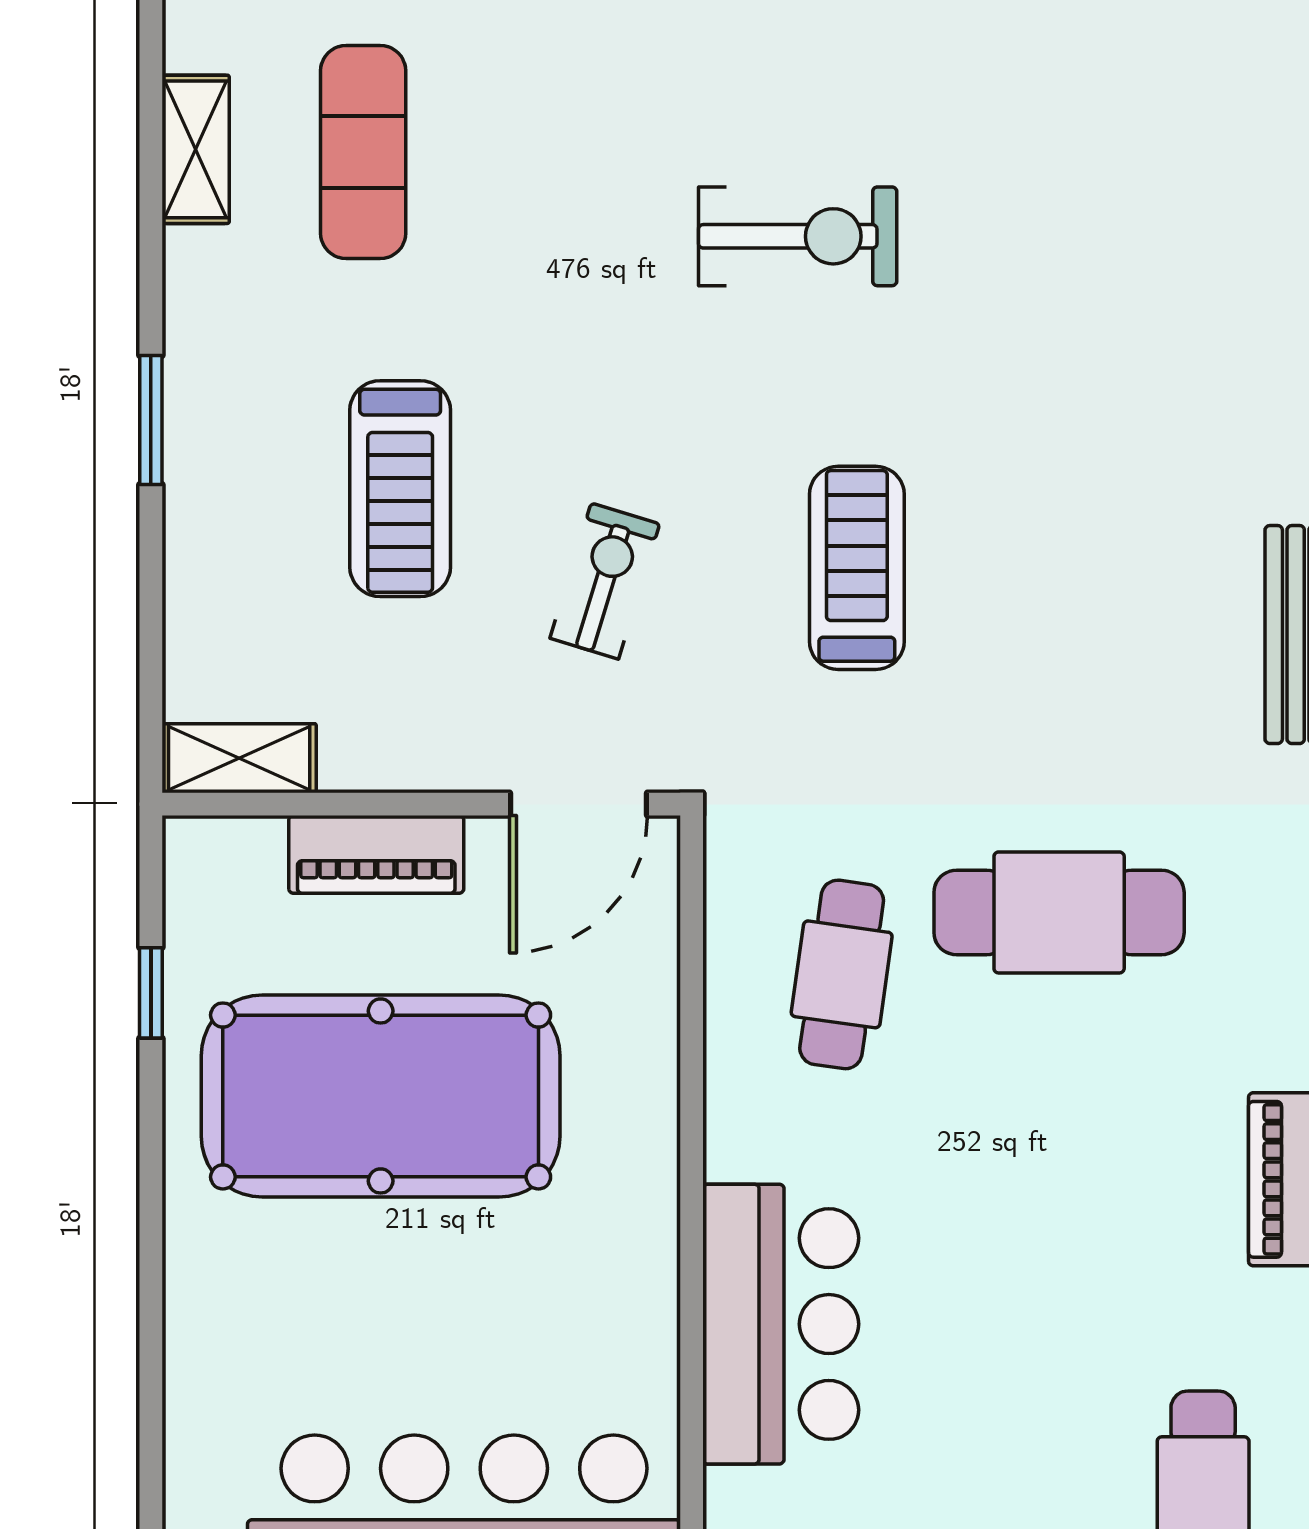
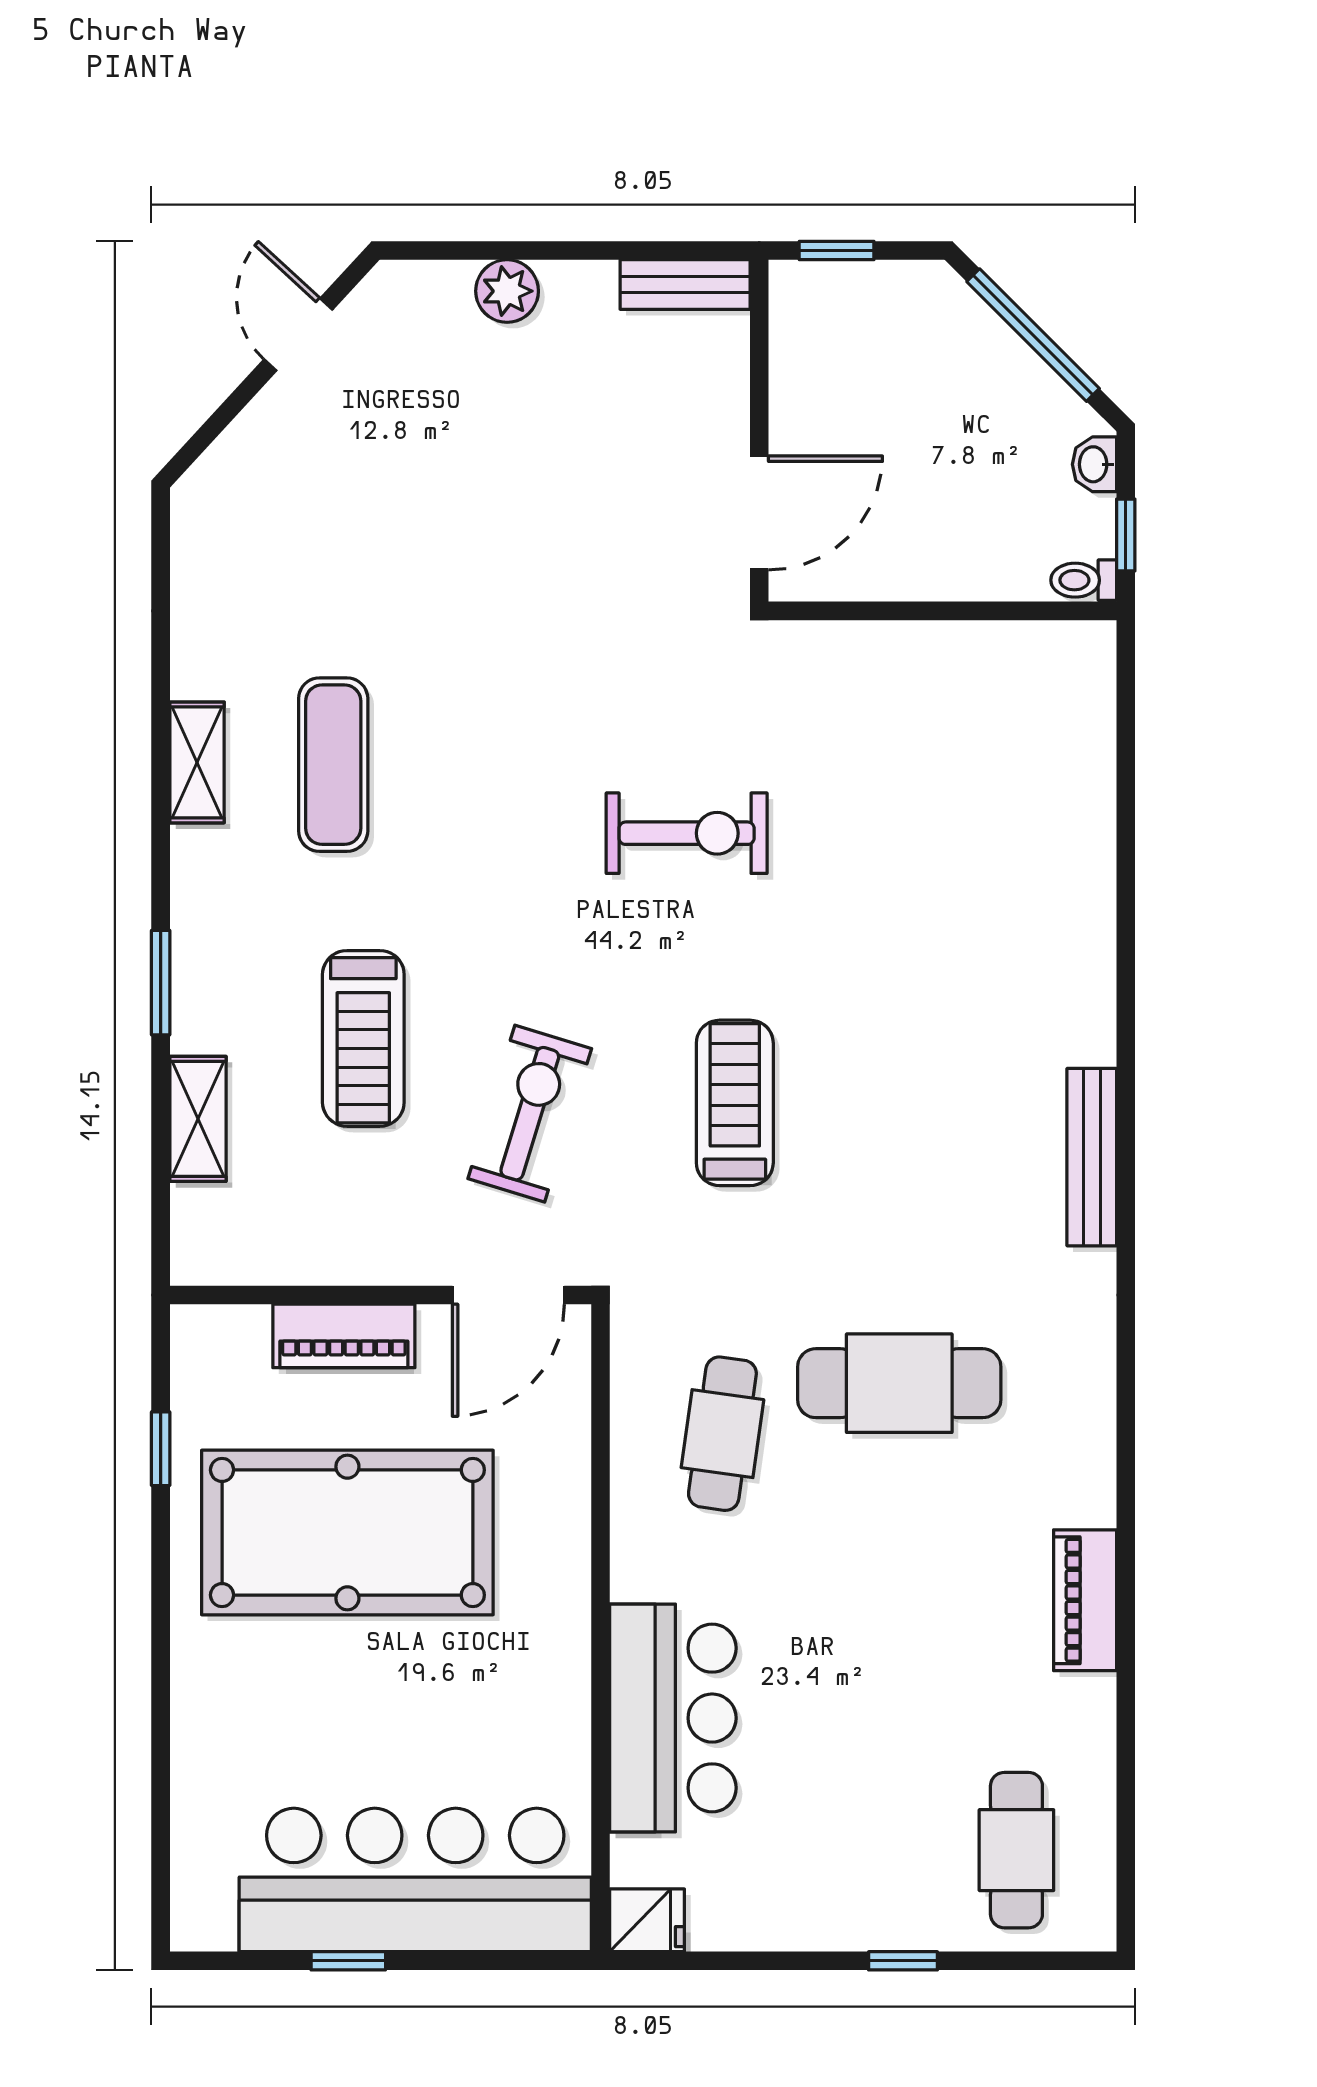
exercise bike: (605, 581) -> (530, 1114), width x1.38, depth x1.39
shelving: (239, 758) -> (198, 1119), moved, turned 90

